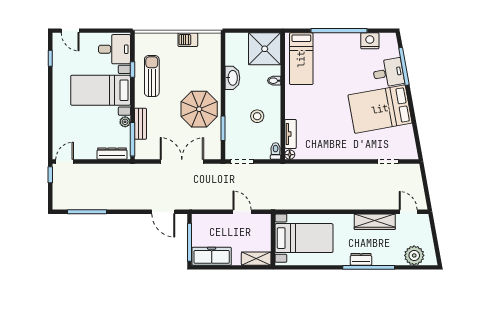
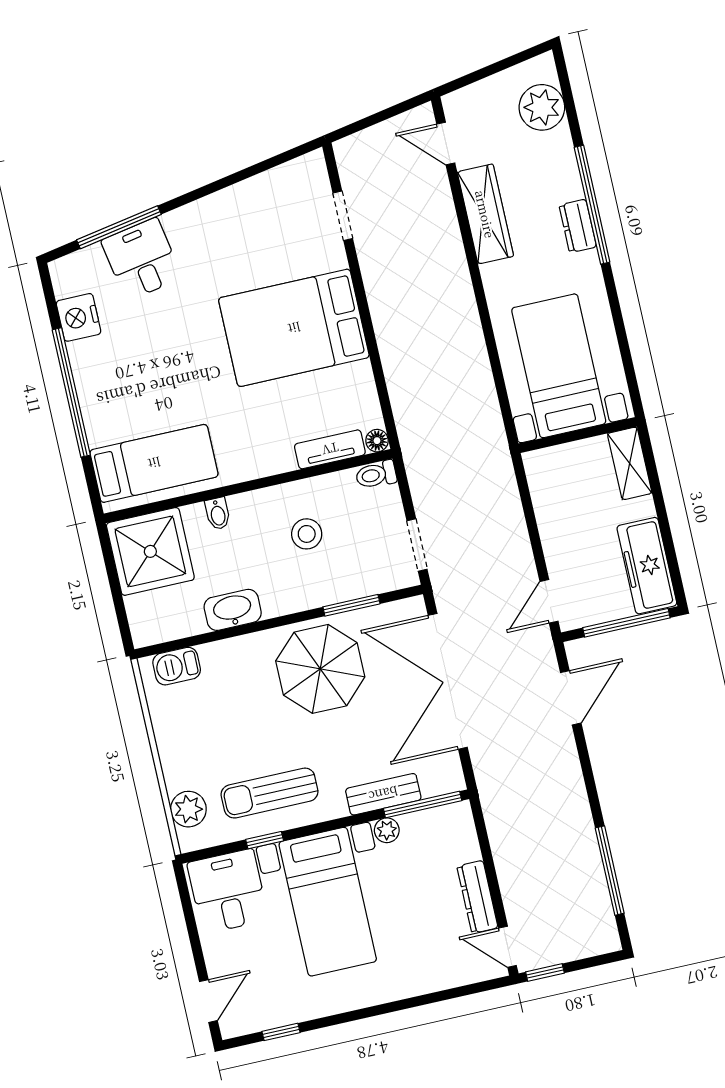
plant: (153, 40) -> (188, 809), added
barbecue: (188, 40) -> (177, 666), moved, turned 90
bed: (380, 109) -> (294, 328), moved, turned 100
dresser: (112, 154) -> (477, 897), moved
double door: (182, 162) -> (448, 681), width x1.36
door: (242, 212) -> (549, 601), moved
door: (408, 212) -> (446, 144), hinge flipped

